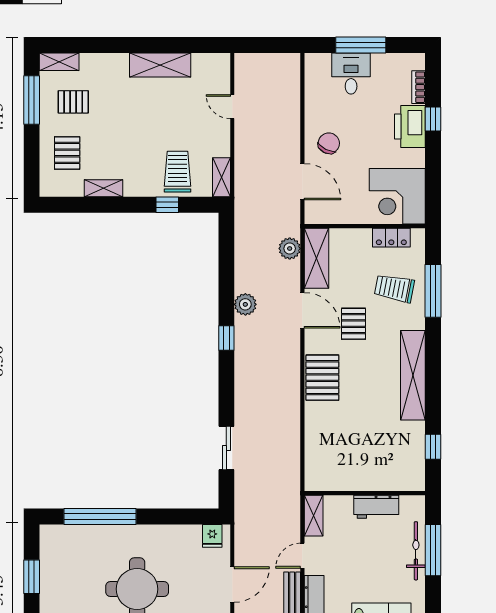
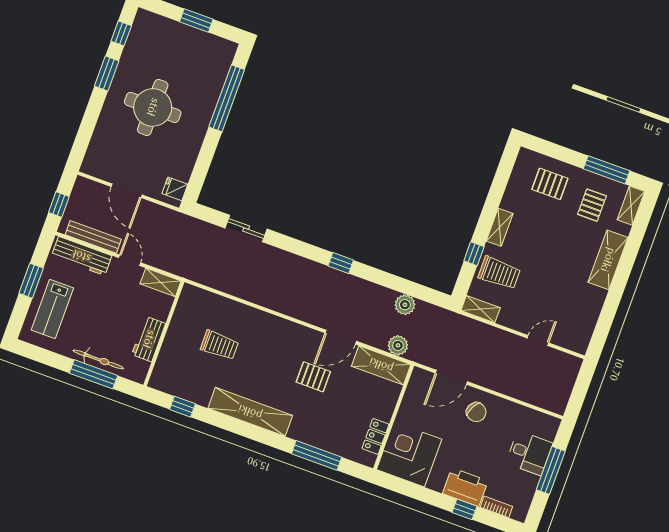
shelving: (160, 65) -> (608, 260), moved
shelving: (104, 188) -> (500, 227), moved
trolley: (394, 288) -> (219, 345), moved, turned 79
plant: (245, 304) -> (405, 305), moved
pallet: (322, 378) -> (277, 333), removed

